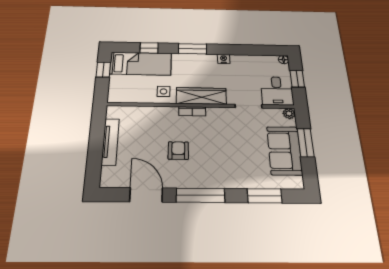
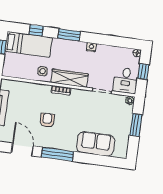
sofa: (284, 151) -> (96, 144), moved, turned 90
window: (265, 196) -> (99, 160), removed

